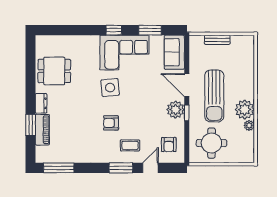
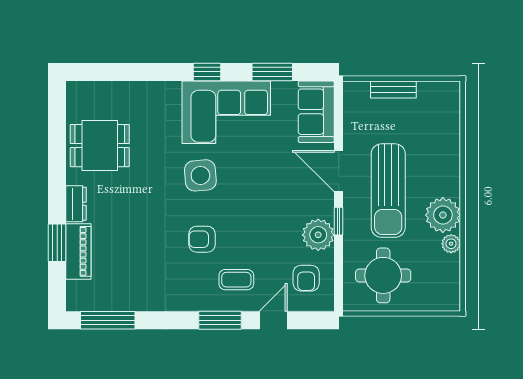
plant: (175, 110) -> (318, 235), moved

